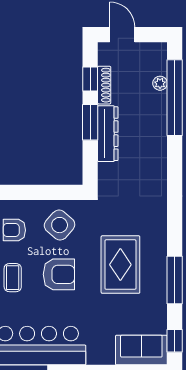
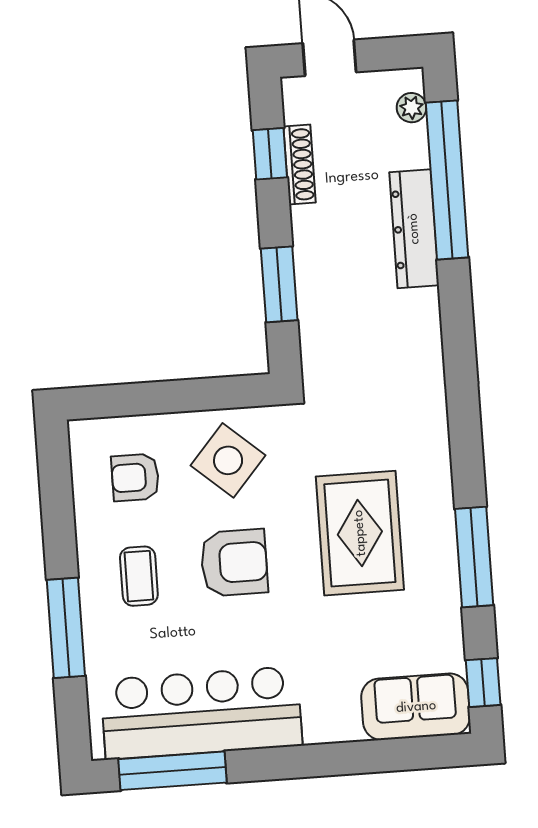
plant: (160, 83) -> (412, 108), moved
window: (90, 122) -> (279, 284), moved
dresser: (108, 134) -> (414, 229), moved, turned 180

